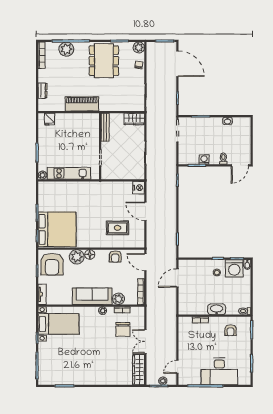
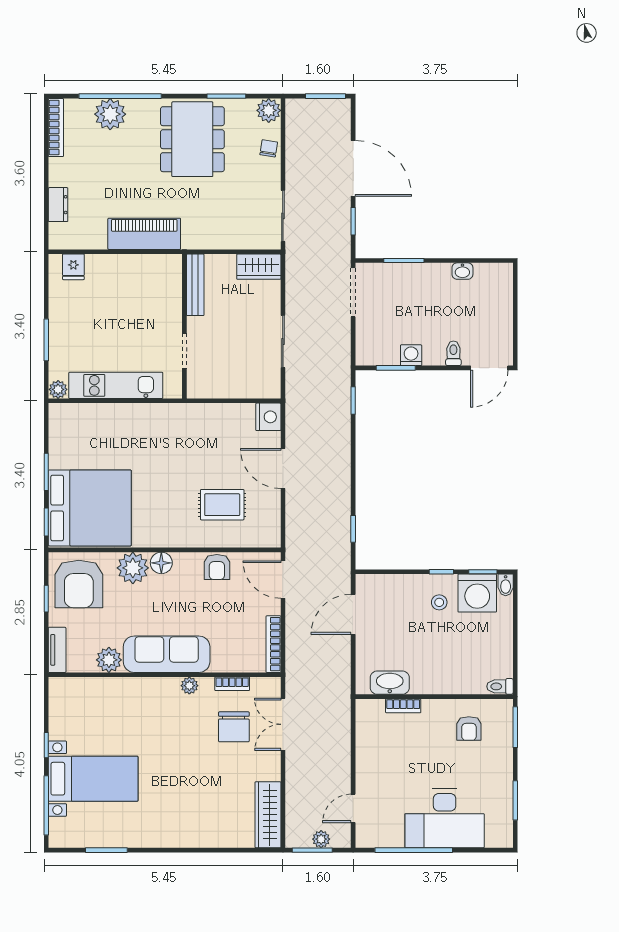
door: (177, 64) -> (353, 168), moved
plant: (119, 299) -> (109, 660), moved
washbasin: (217, 309) -> (390, 683), moved
bed with nightstands: (59, 324) -> (93, 779), moved
double door: (145, 342) -> (283, 724), moved

